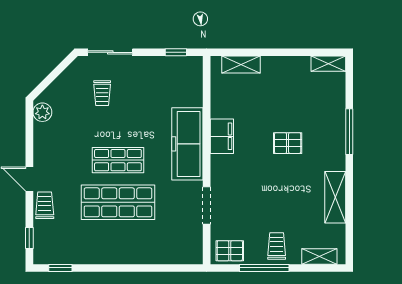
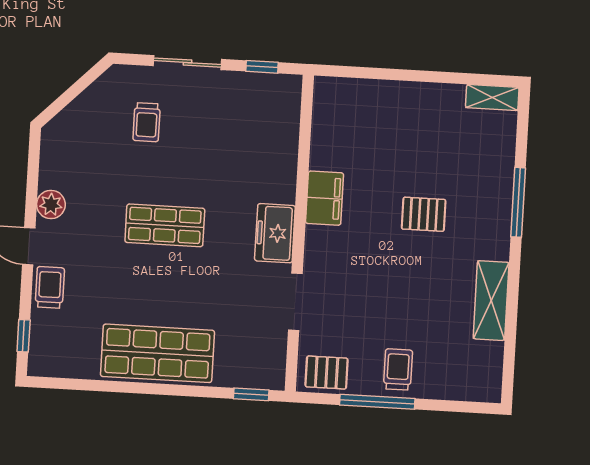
sliding door: (110, 52) -> (187, 63), moved
shelving: (241, 65) -> (360, 91), removed
plant: (42, 112) -> (51, 205), moved
freezer: (187, 144) -> (275, 233), width x0.52, depth x0.79
shop shelf: (118, 202) -> (157, 353), moved
shelving: (319, 256) -> (462, 389), removed
window: (60, 268) -> (251, 394), moved

